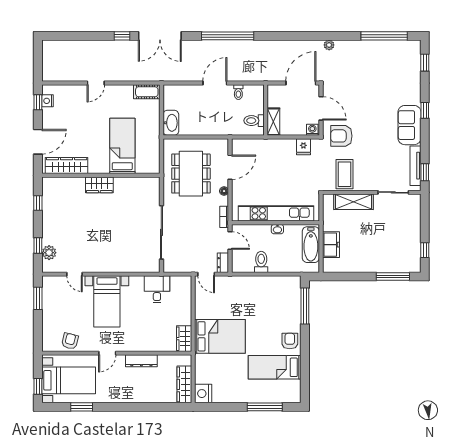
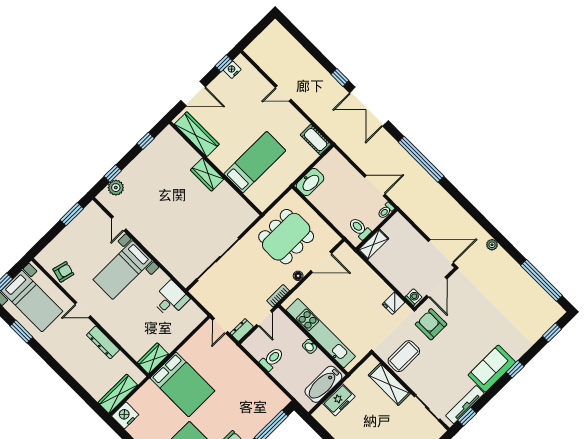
wall: (266, 110) -> (377, 229), moved
toilet: (254, 121) -> (360, 228), moved
shelving: (273, 122) -> (374, 244), moved

